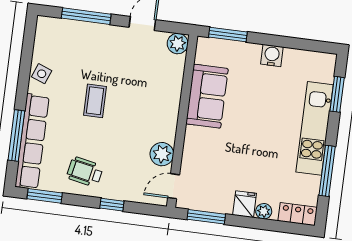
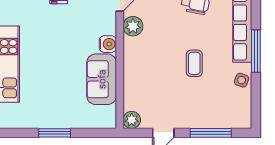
window: (228, 35) -> (55, 133), moved
water cooler: (272, 56) -> (108, 44), moved, turned -90
window: (16, 135) -> (256, 51), moved

